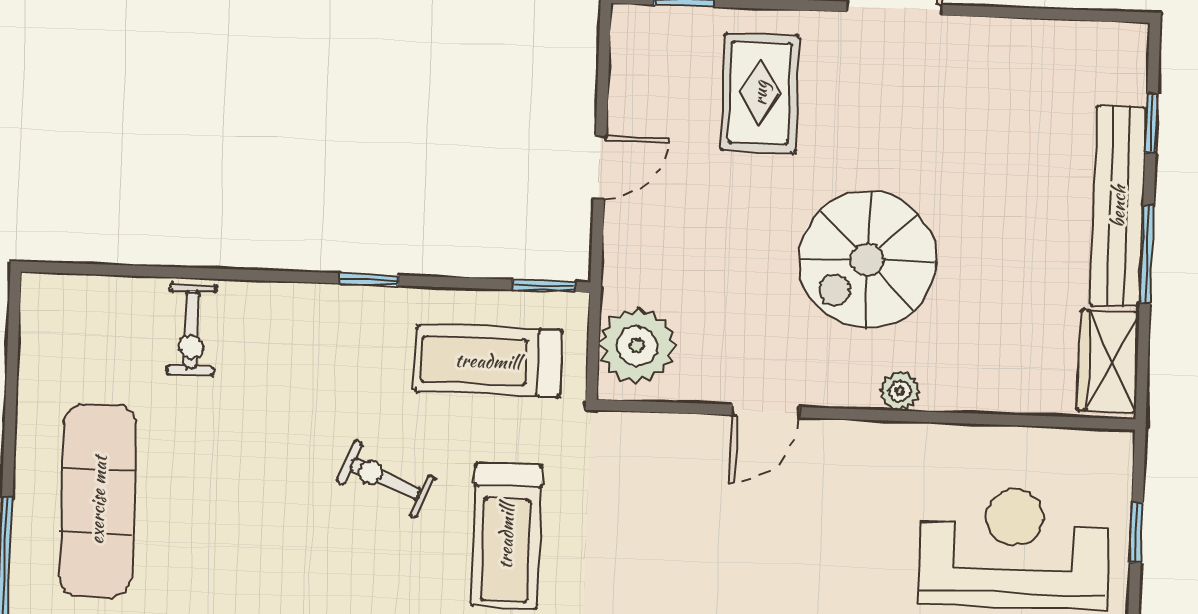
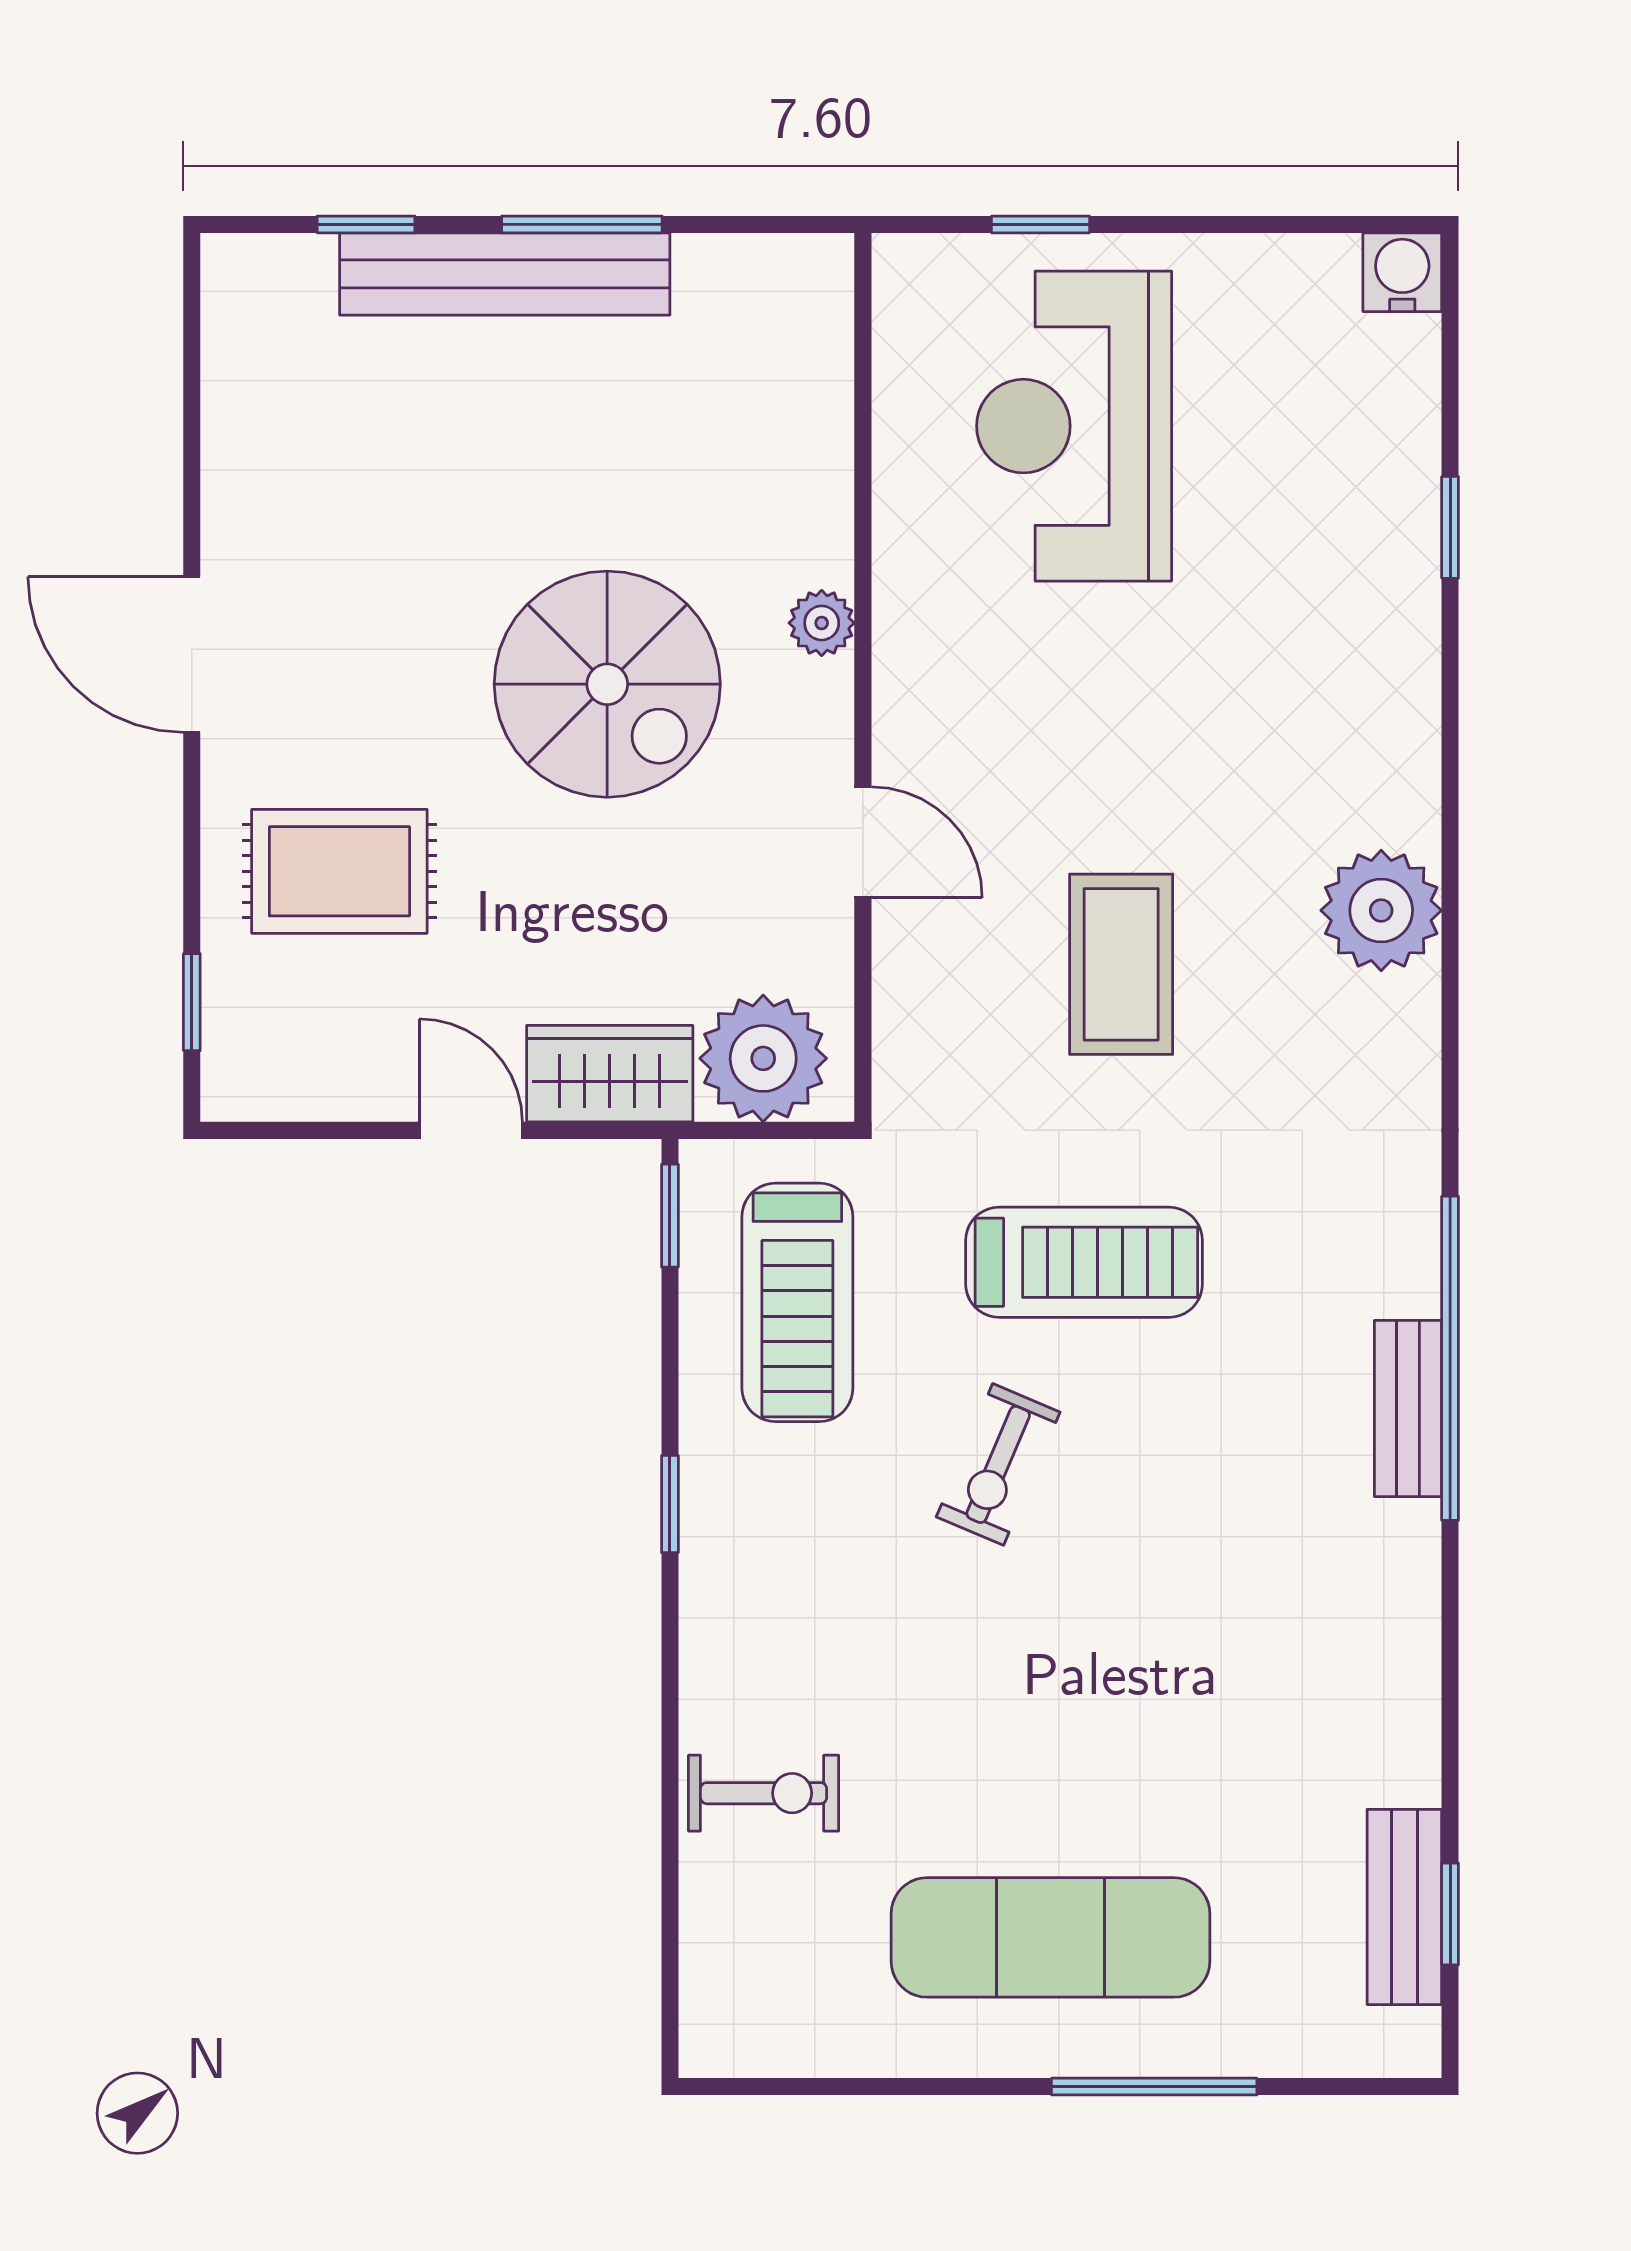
wardrobe: (1108, 361) -> (610, 1074), moved, turned 180
coffee table: (686, 565) -> (1121, 964), added

